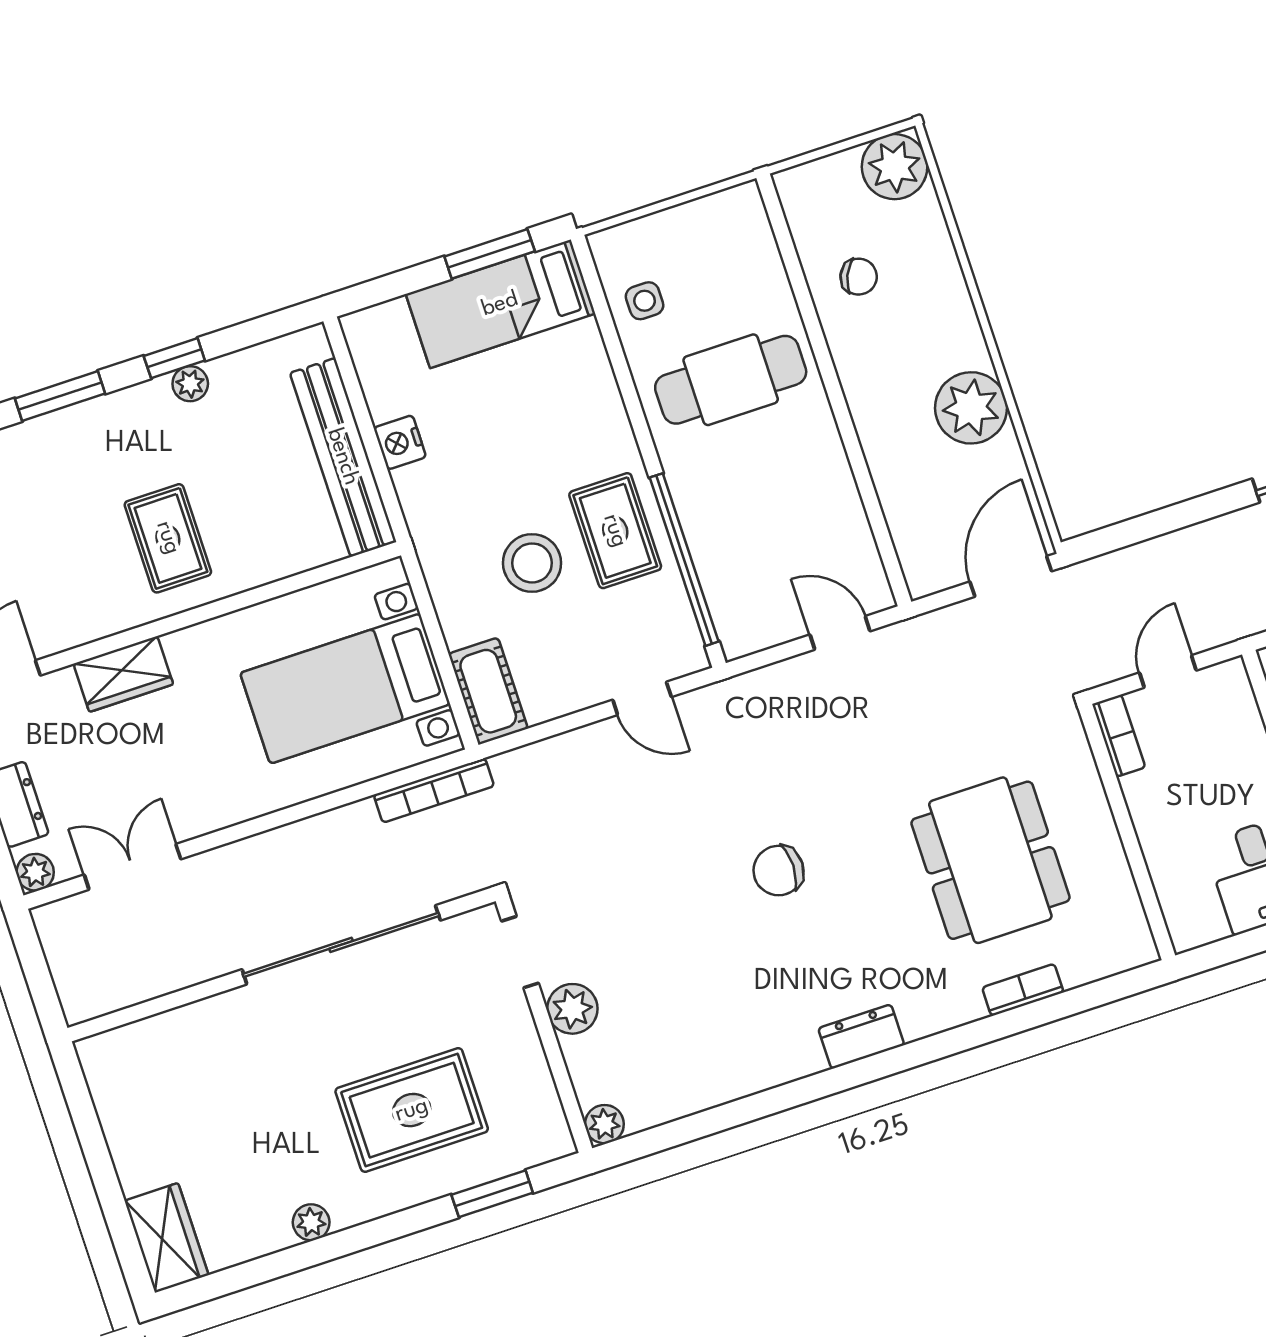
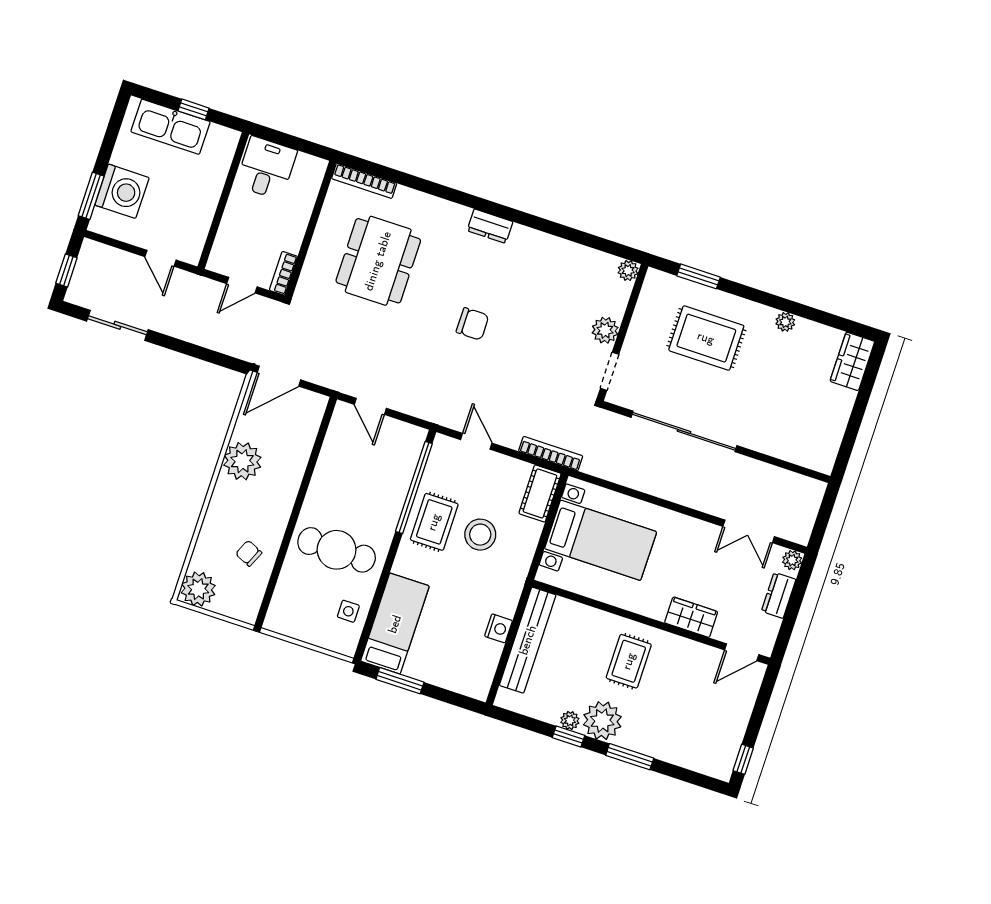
bed: (500, 304) -> (395, 624), moved, turned -90
plant: (141, 420) -> (602, 721), added
bookcase: (434, 790) -> (551, 454), moved
bookcase: (1023, 990) -> (364, 181), moved, width x1.56

